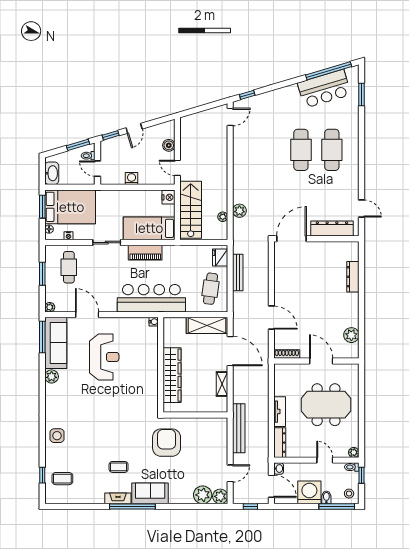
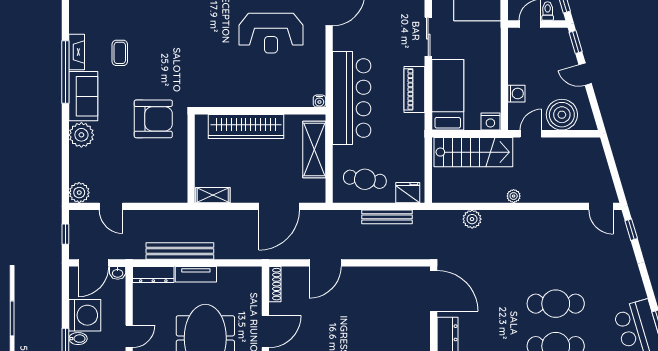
boiler: (169, 145) -> (562, 115), width x1.86, depth x1.86
washing machine: (132, 178) -> (516, 94), moved
plant: (223, 217) -> (514, 196), moved
shelving: (207, 325) -> (314, 150), moved
shelving: (222, 384) -> (213, 195), moved
bench: (239, 428) -> (180, 251), moved
plant: (203, 495) -> (81, 135), moved

